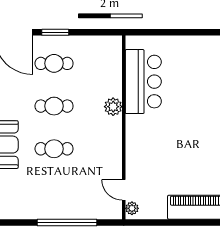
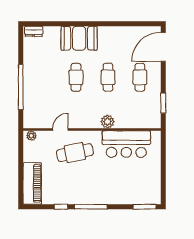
window: (55, 32) -> (163, 103), moved
cafe table: (155, 150) -> (75, 153), added
door: (124, 190) -> (60, 130), moved

